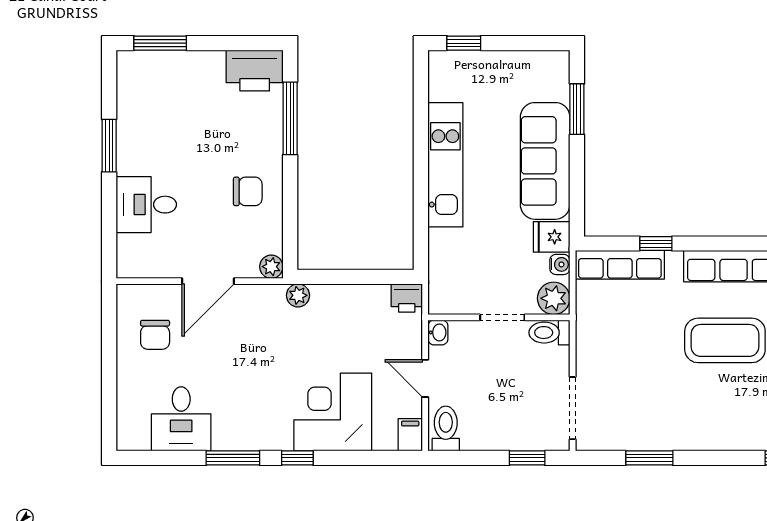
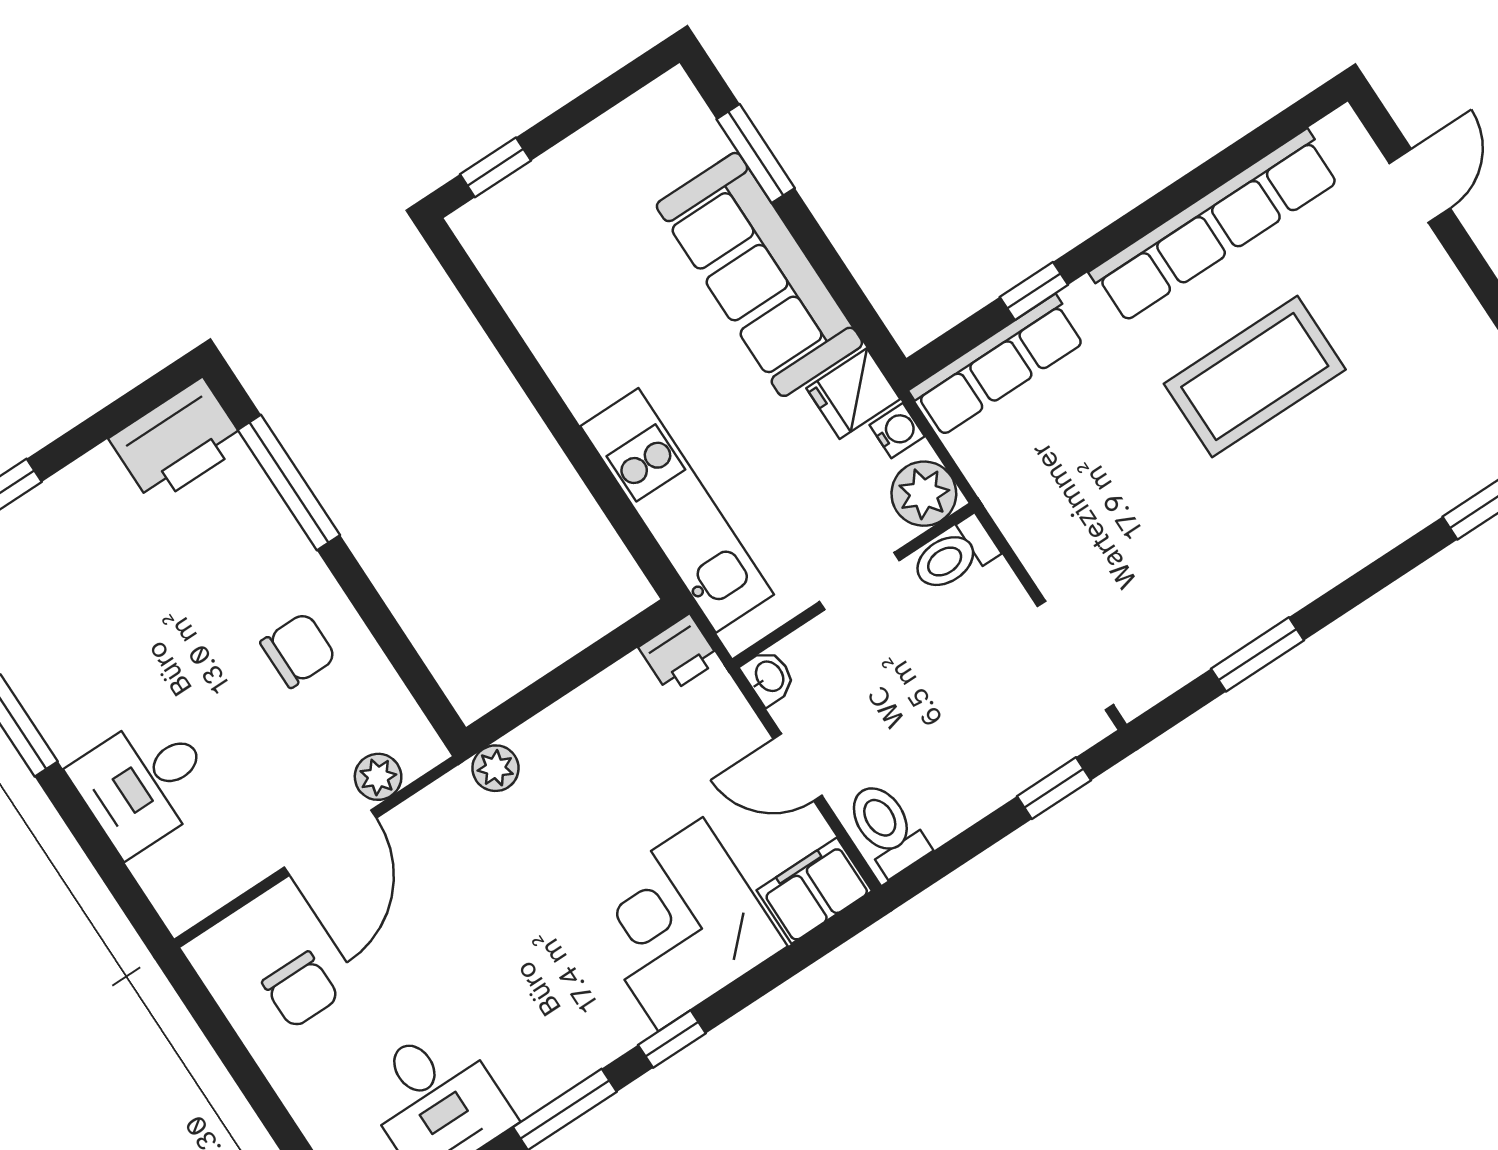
kitchen unit: (445, 165) -> (677, 510), moved
plant: (271, 267) -> (378, 777), moved
filing cabinet: (410, 435) -> (814, 891), width x2.00

